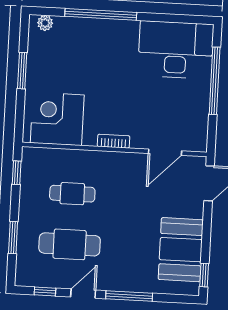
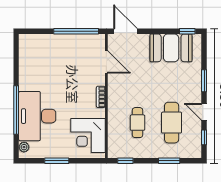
desk: (176, 50) -> (37, 116), moved
window: (215, 81) -> (76, 31), moved
window: (129, 296) -> (204, 81), width x0.69

